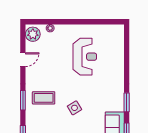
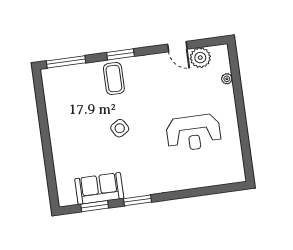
plant: (33, 34) -> (200, 58), moved
coffee table: (44, 98) -> (114, 79), moved

